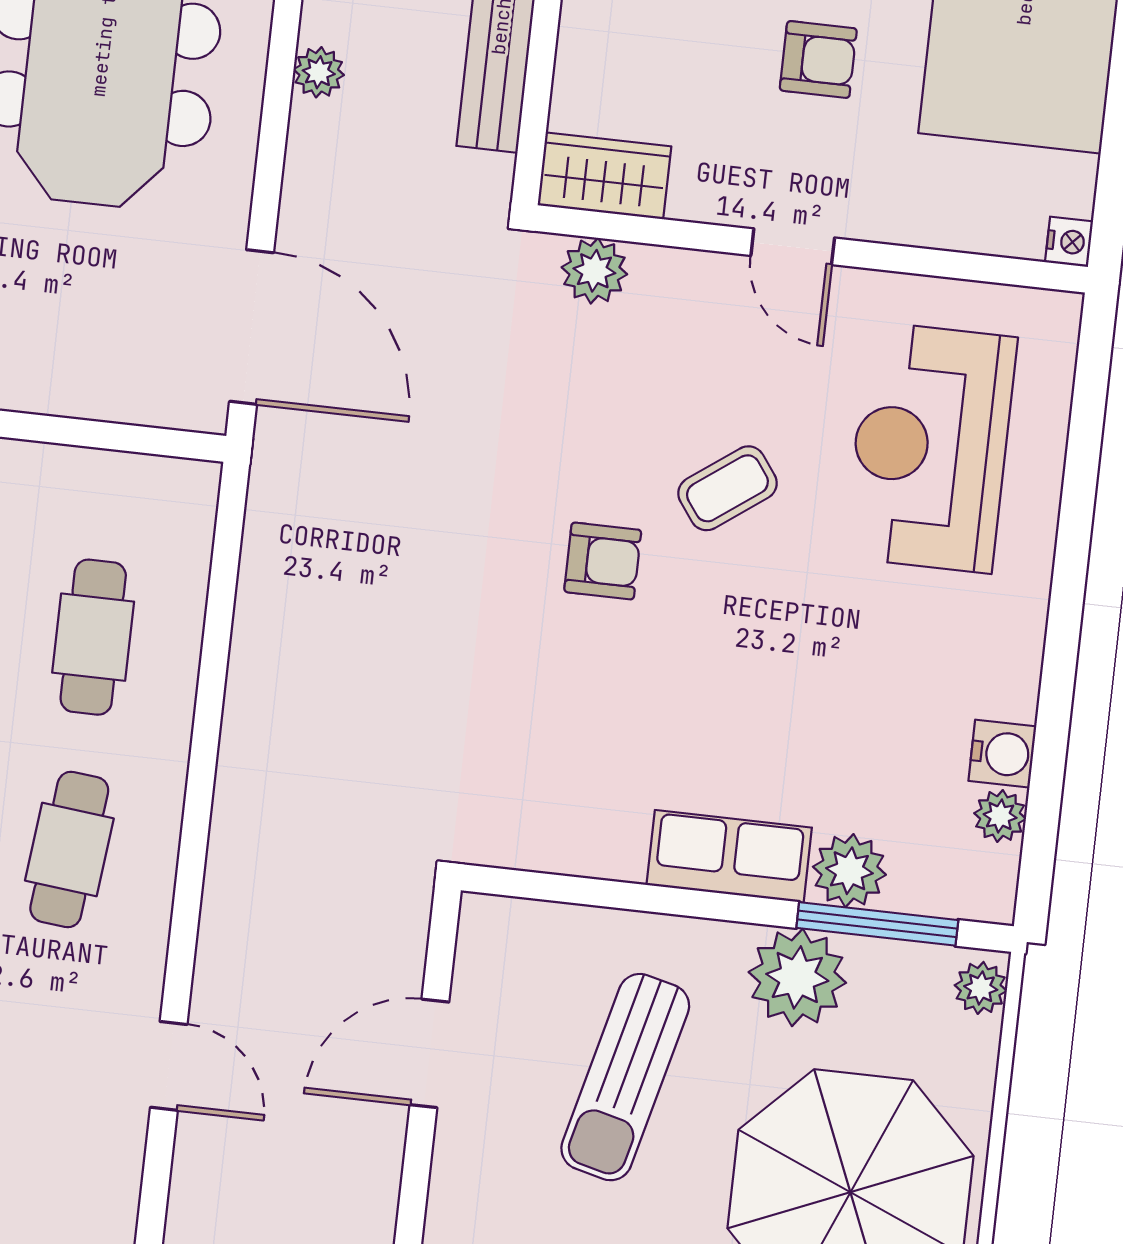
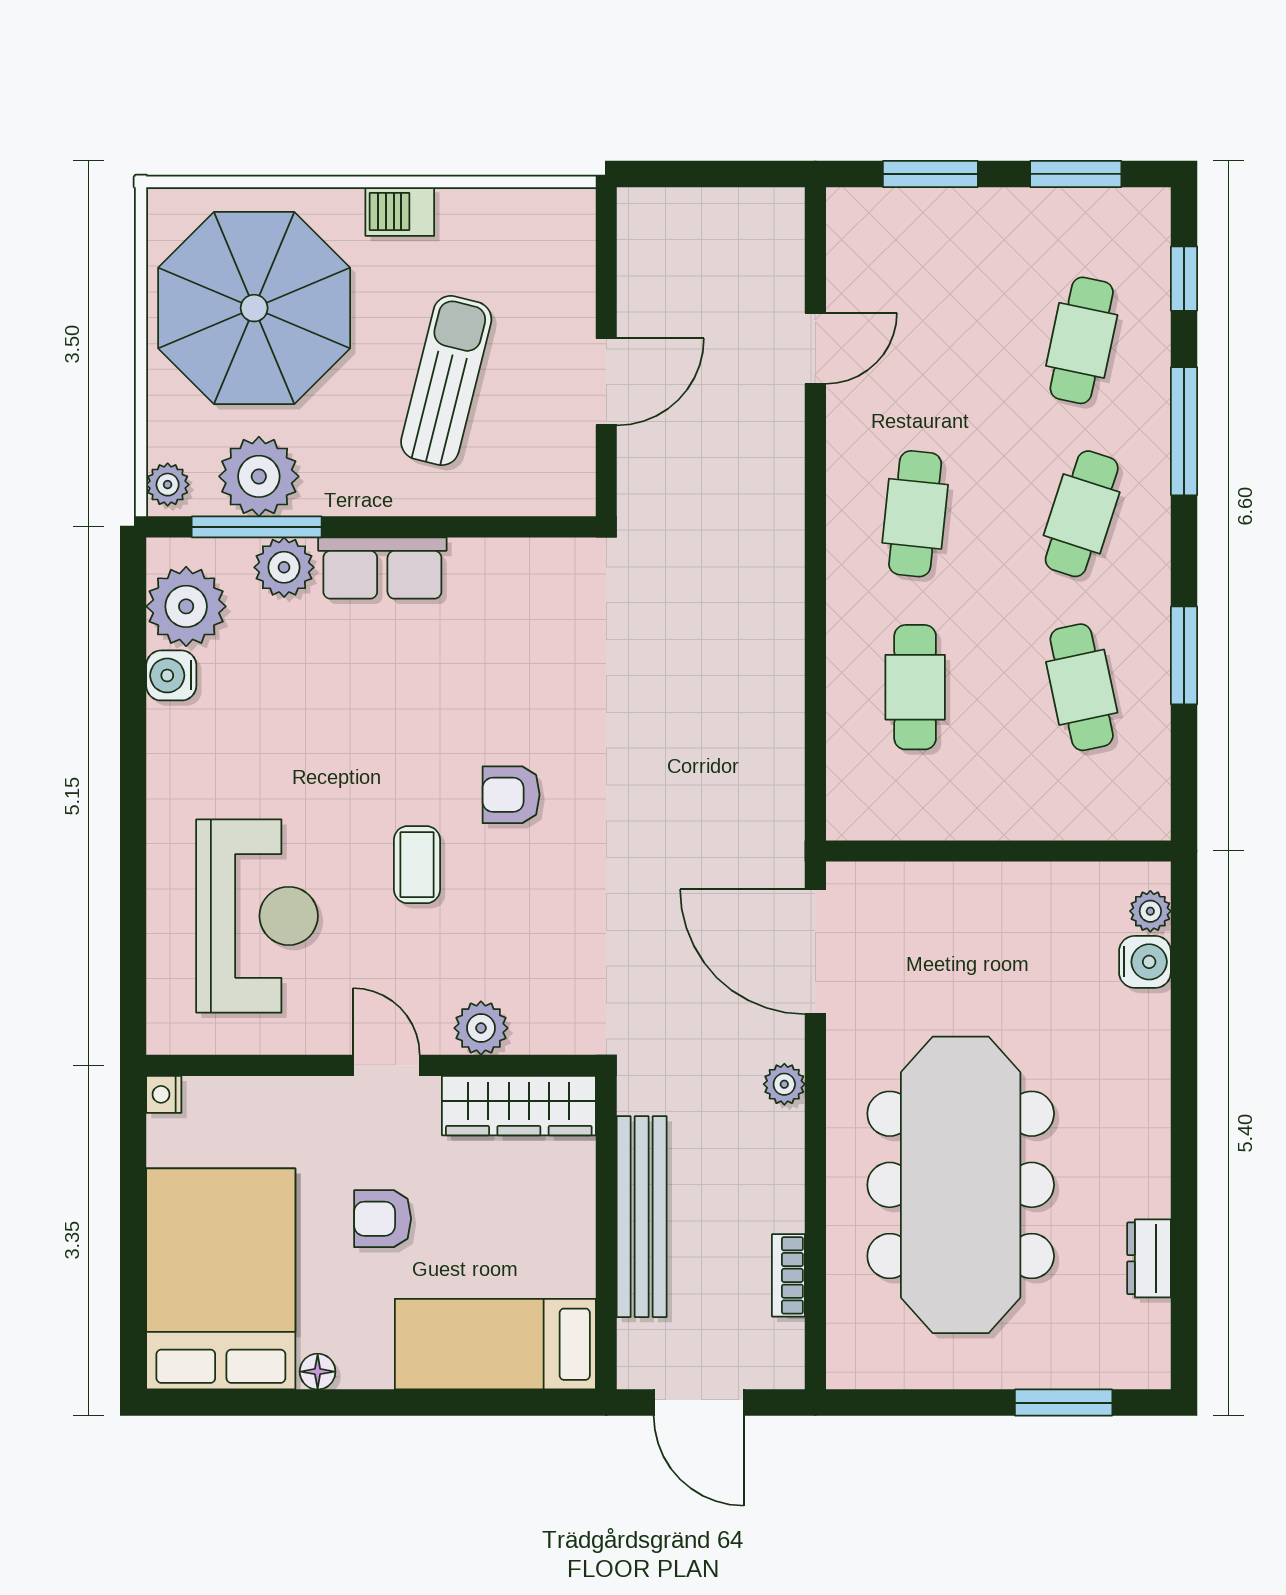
plant: (319, 72) -> (784, 1084), moved
wardrobe: (604, 176) -> (519, 1106), width x1.50
plant: (594, 271) -> (481, 1028), moved
coffee table: (727, 488) -> (417, 865), turned -54
plant: (1000, 816) -> (186, 606), width x1.88, depth x1.88
plant: (797, 977) -> (259, 476), moved
door: (169, 1066) -> (815, 348), swing flipped

